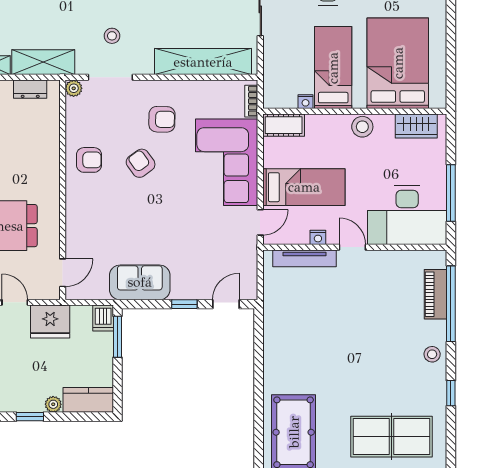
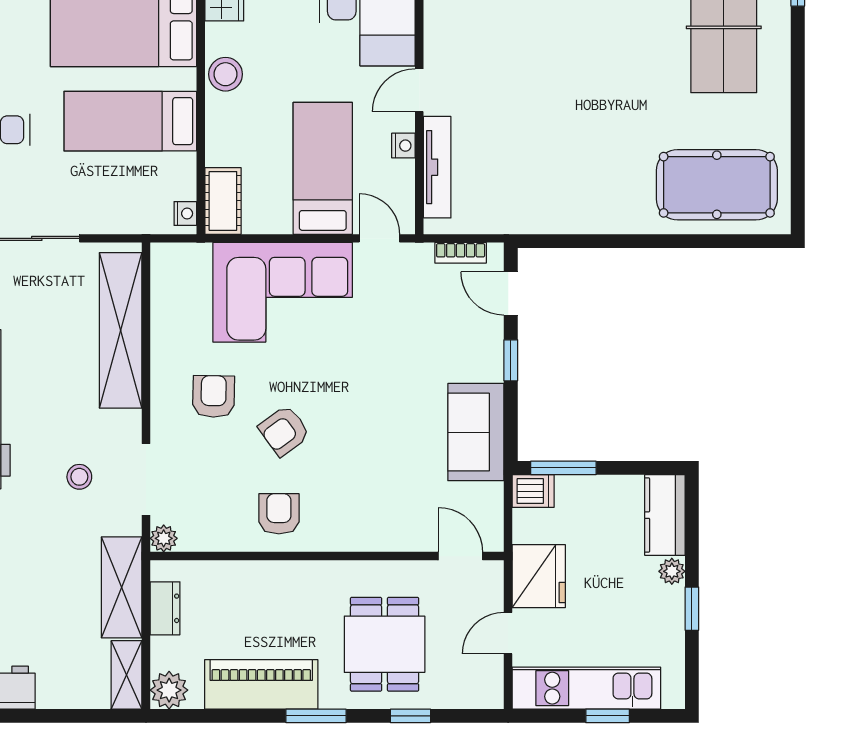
bookcase: (251, 101) -> (461, 253), moved
nightstand: (306, 102) -> (185, 213), moved

